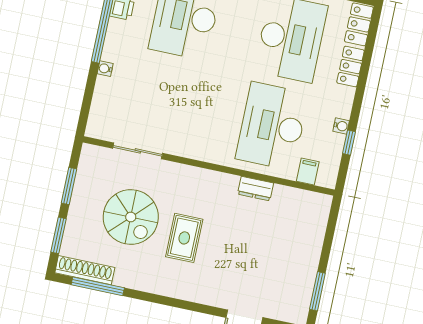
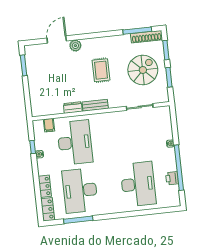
bench: (215, 180) -> (95, 105), added
spiral stairs: (131, 217) -> (143, 70), moved, turned 90
plant: (215, 296) -> (75, 46), added

